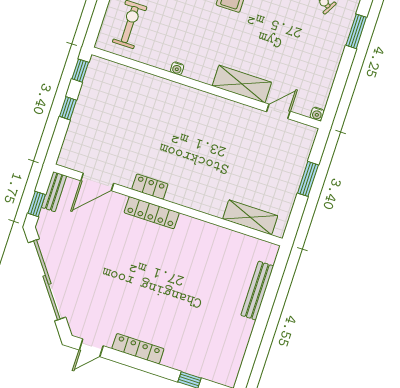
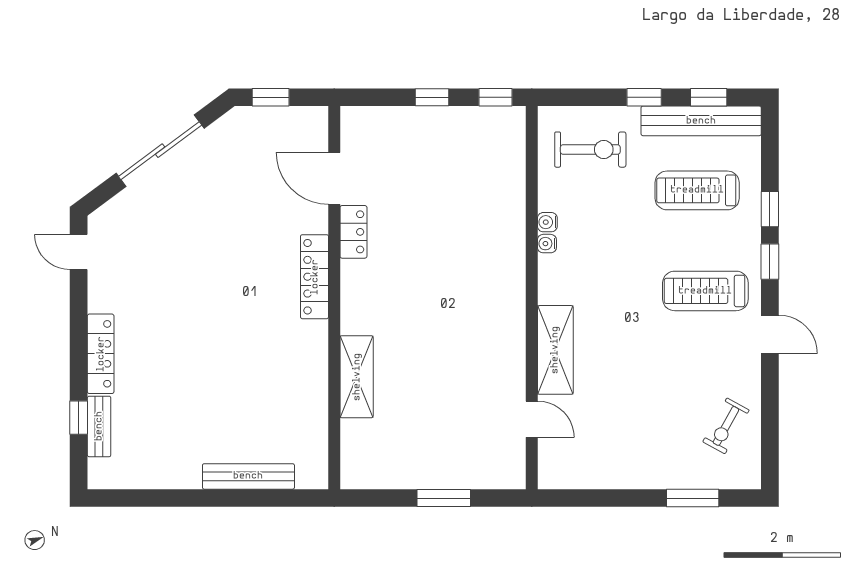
water cooler: (317, 114) -> (547, 222), moved
locker: (150, 187) -> (353, 232), moved
bench: (54, 192) -> (99, 426), moved, turned 90
shelving: (250, 217) -> (357, 377), moved
sliding door: (47, 280) -> (160, 151), width x0.73
locker: (138, 349) -> (101, 354), moved

